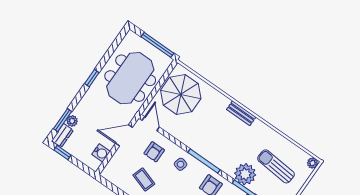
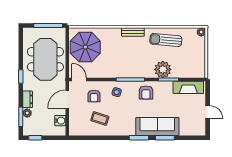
dresser: (62, 135) -> (28, 99), moved
sun lounger: (276, 166) -> (166, 40), moved

